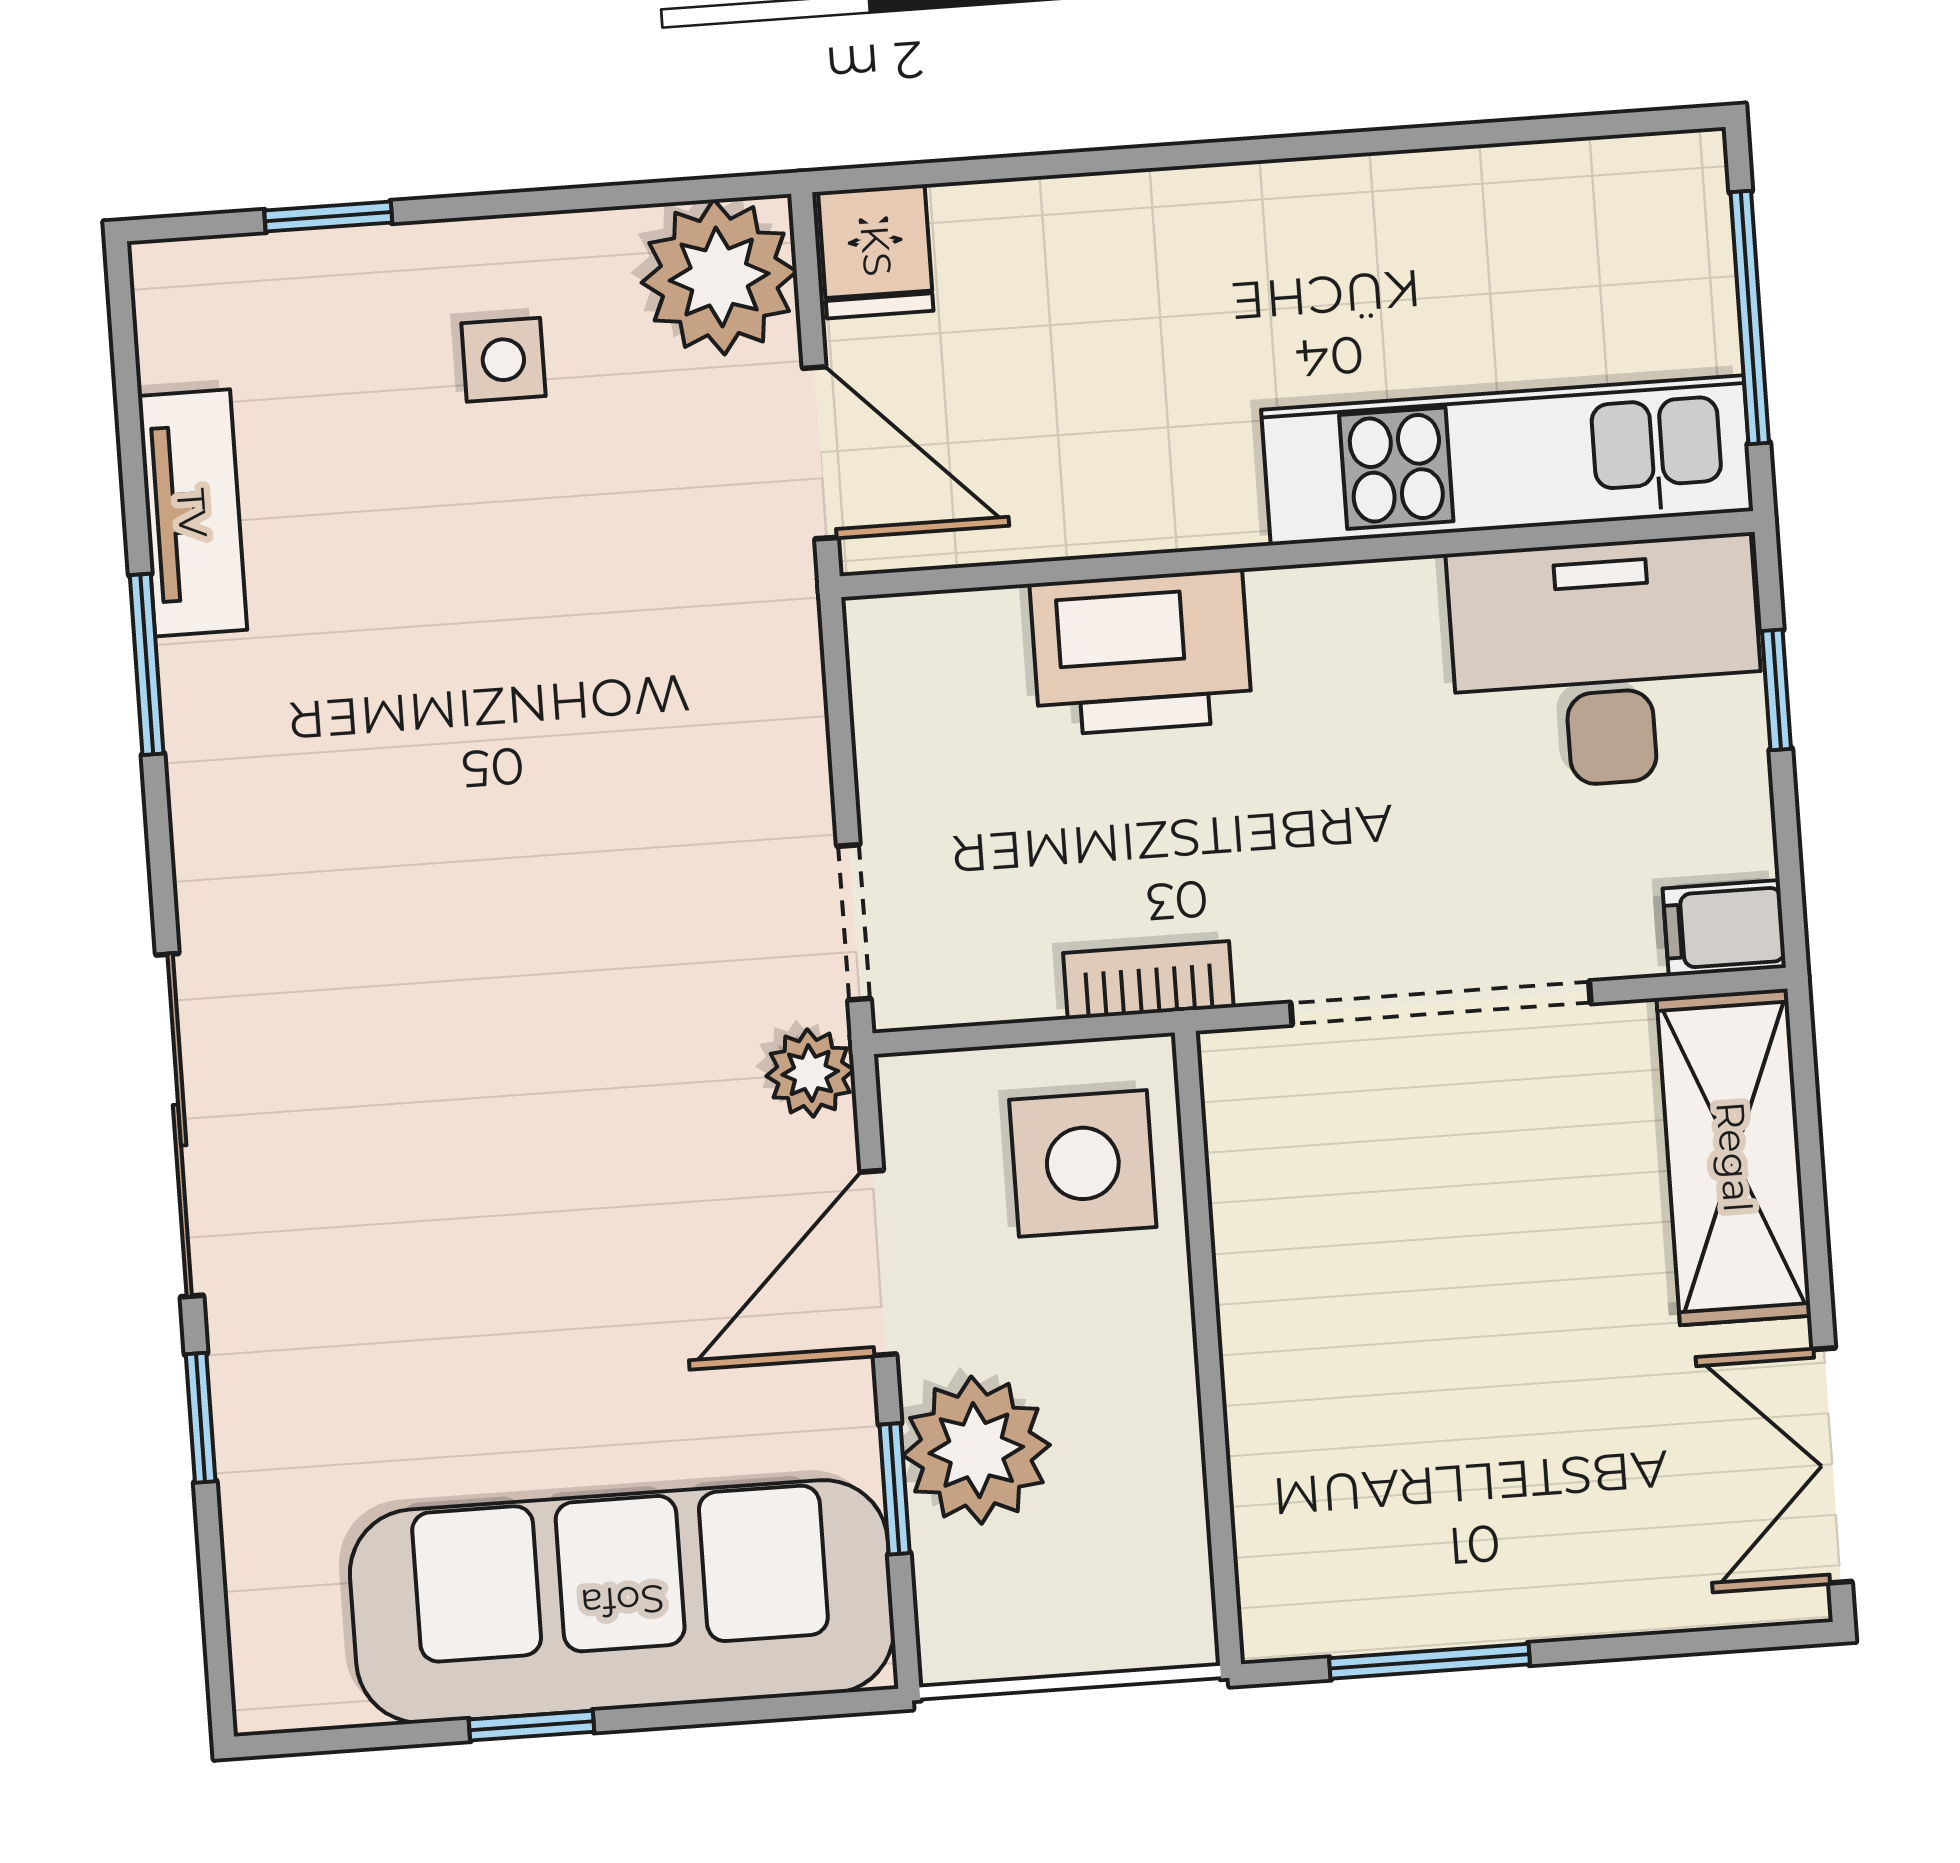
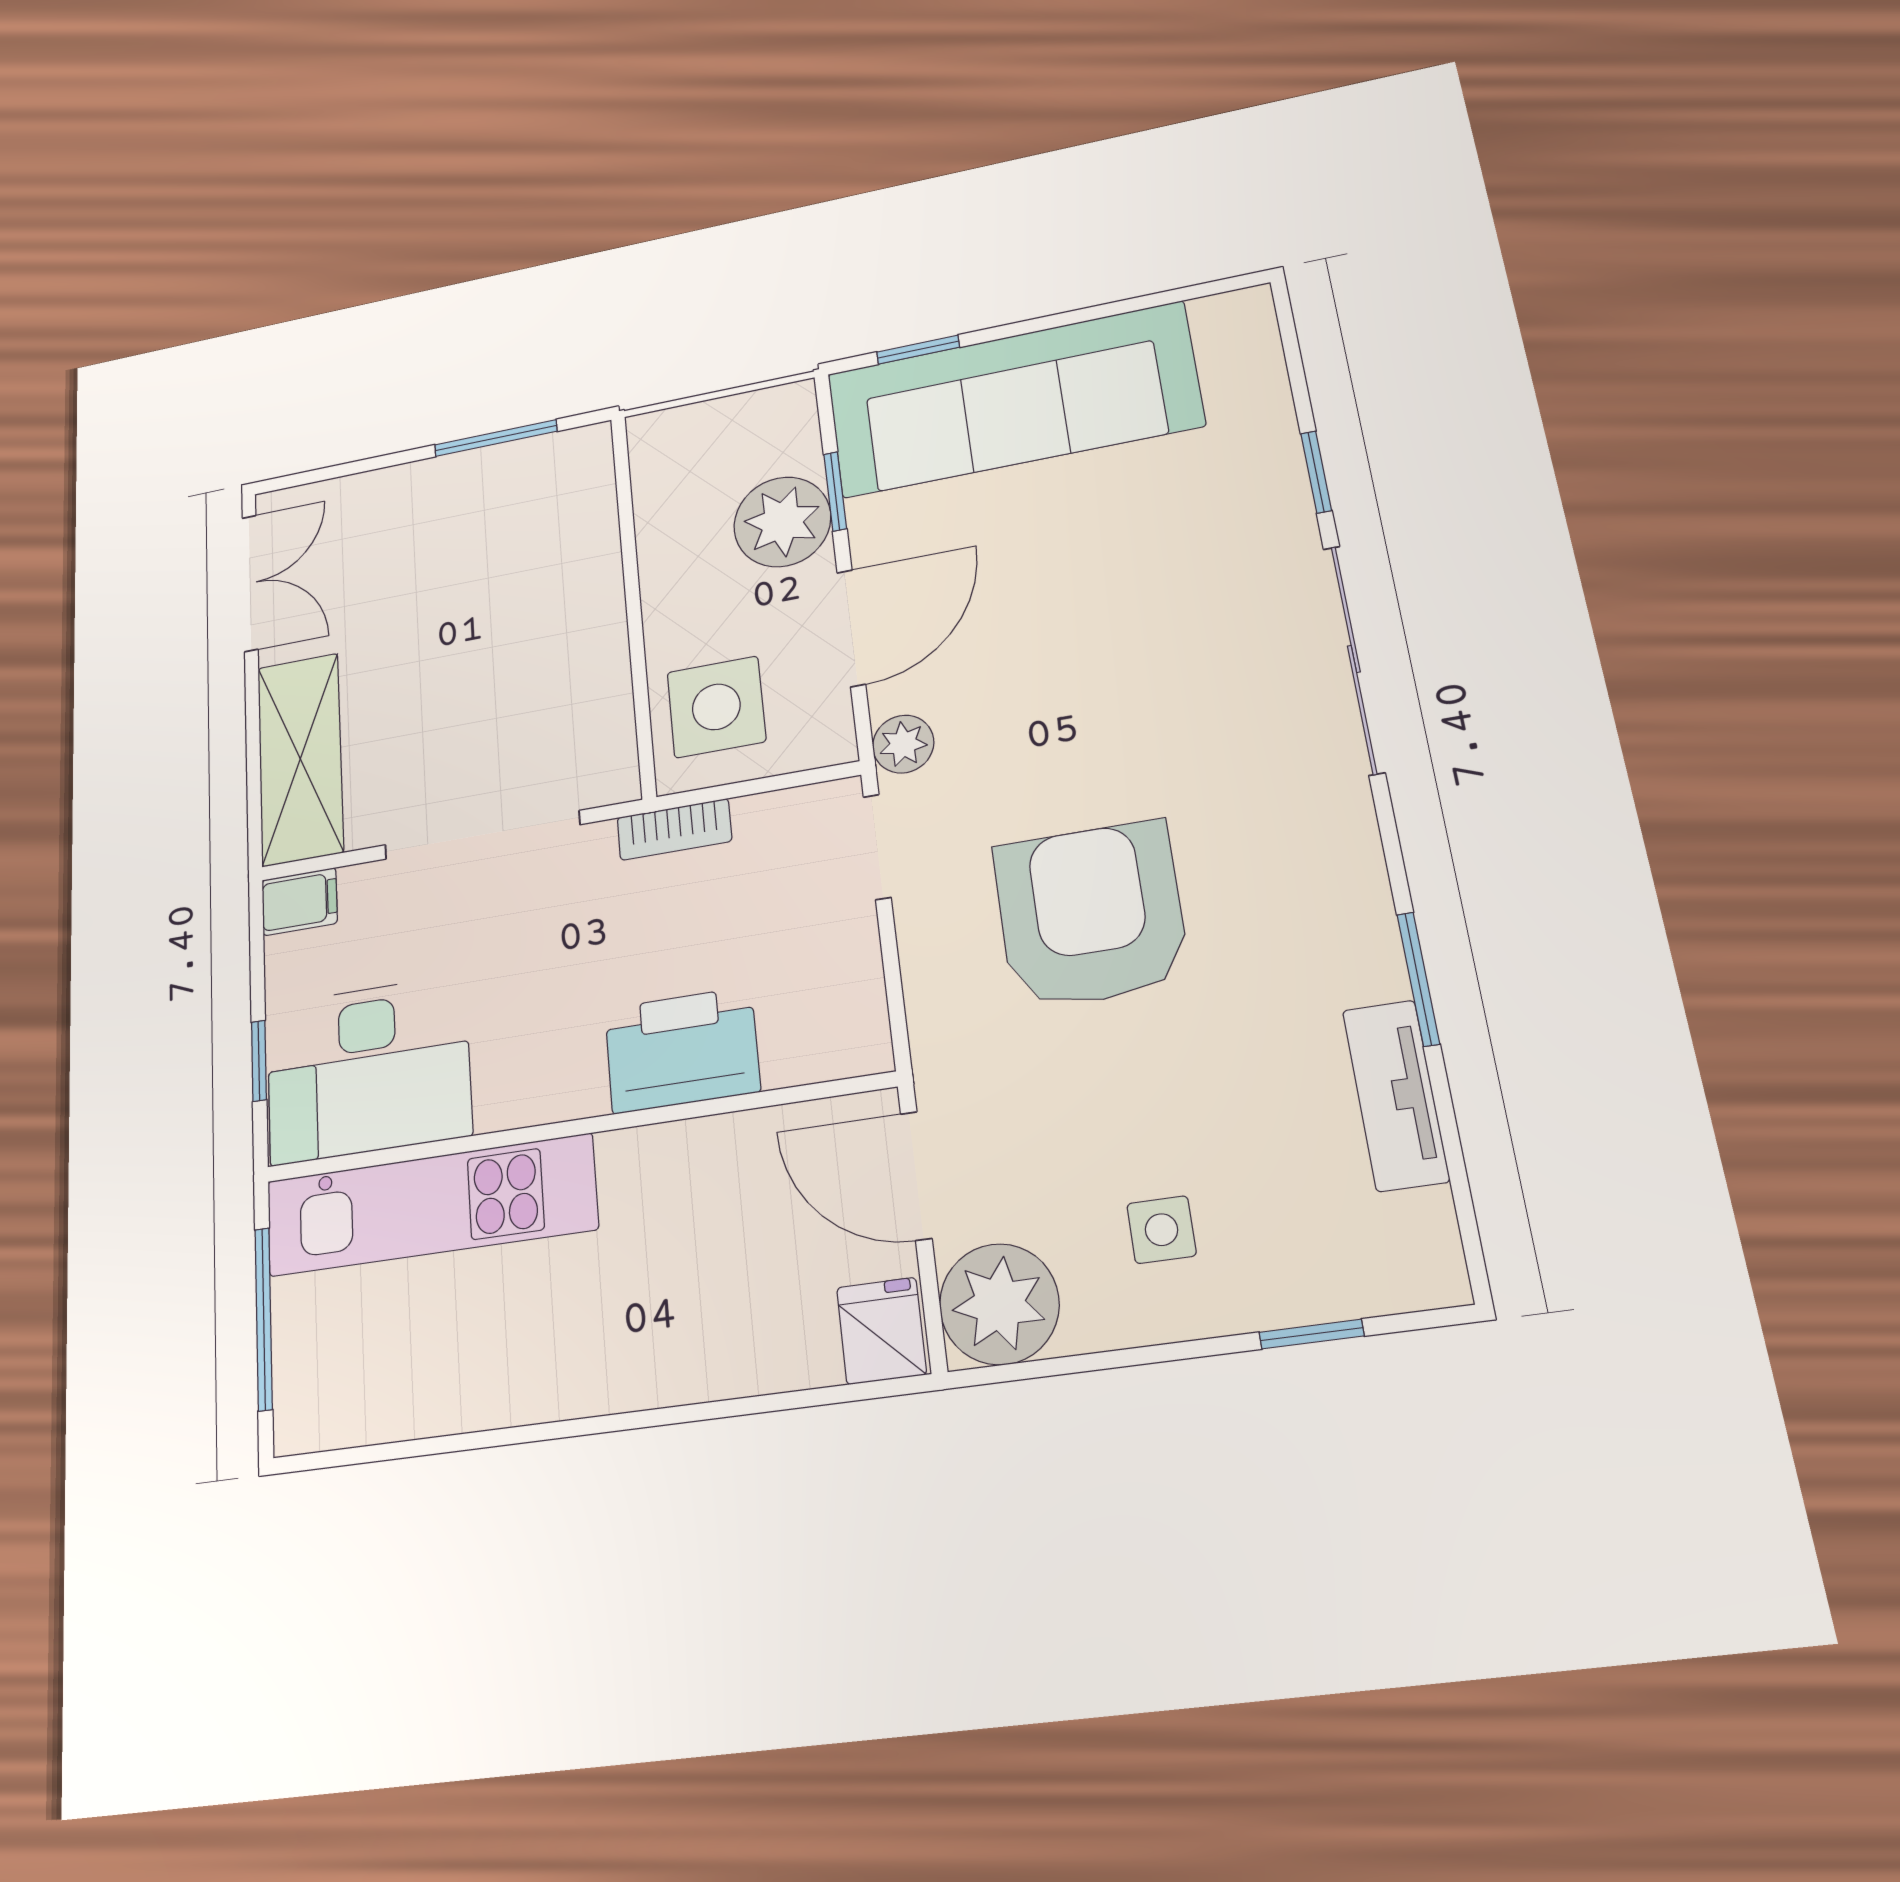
armchair: (564, 793) -> (1091, 915), added
window: (532, 1726) -> (918, 350), moved

